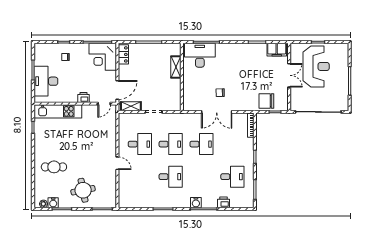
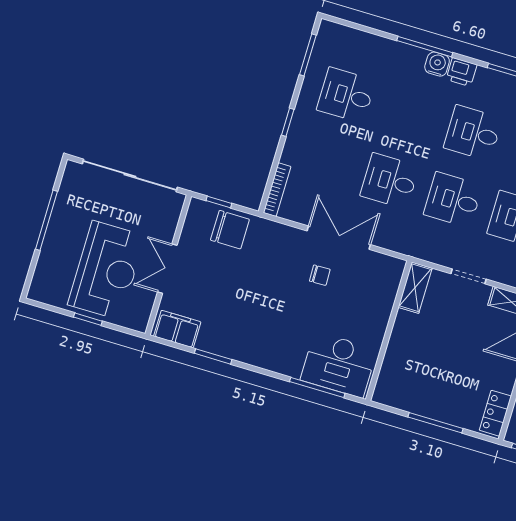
reception desk: (316, 66) -> (106, 270), turned 180
shelving: (176, 67) -> (415, 288), moved
printer: (224, 202) -> (462, 72), moved

